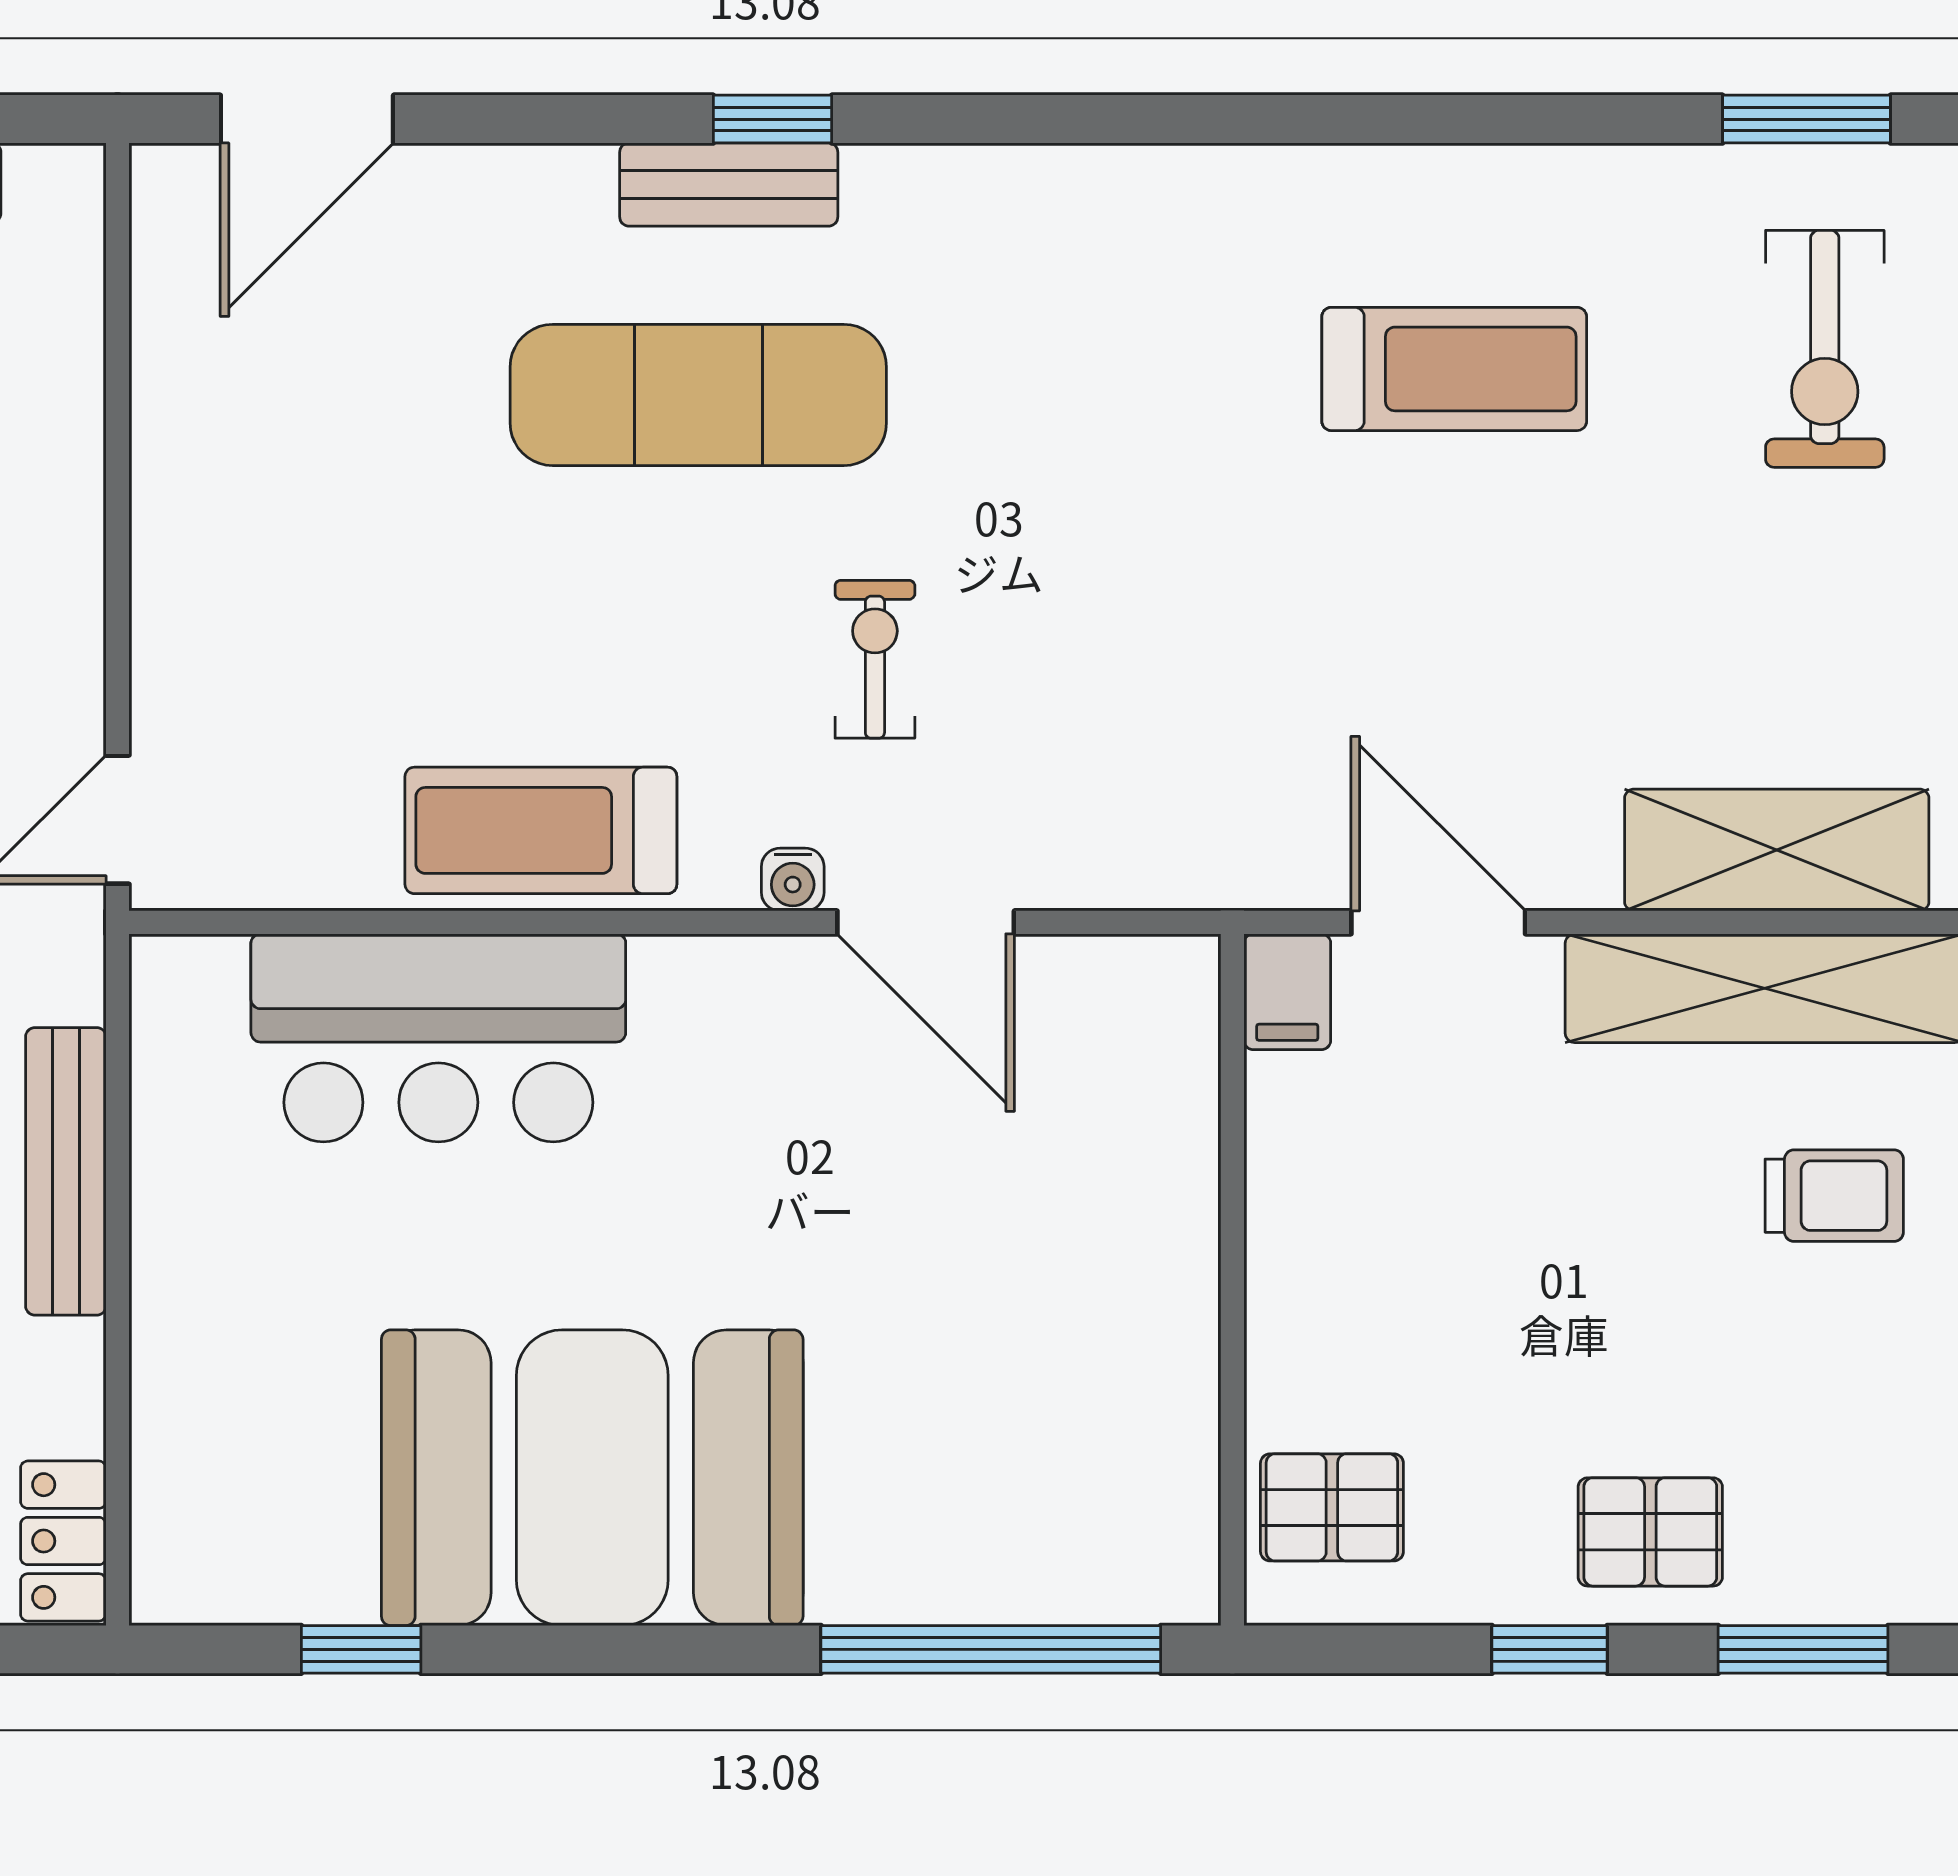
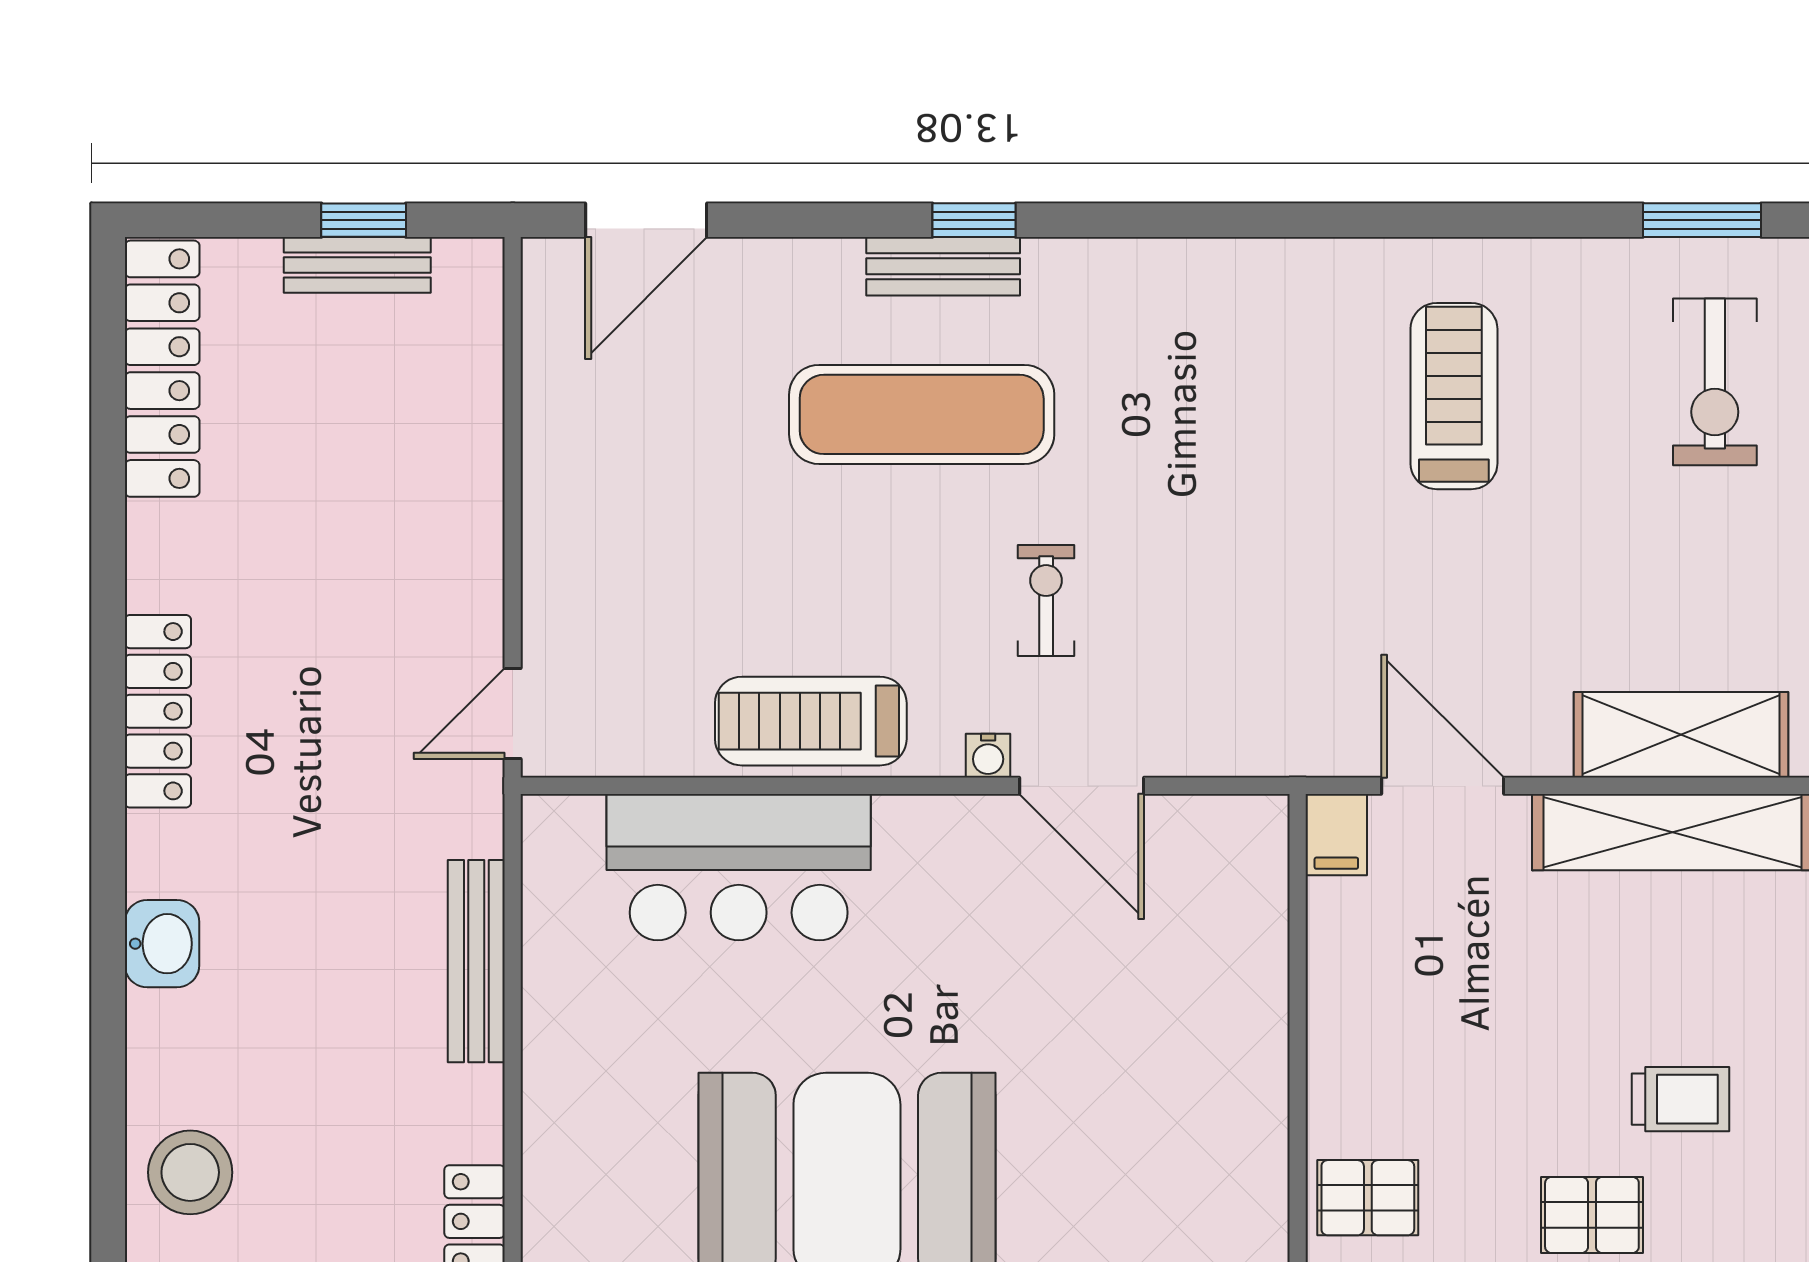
treadmill: (1454, 369) -> (1454, 396), turned -90
trolley: (1834, 1196) -> (1681, 1099), moved

